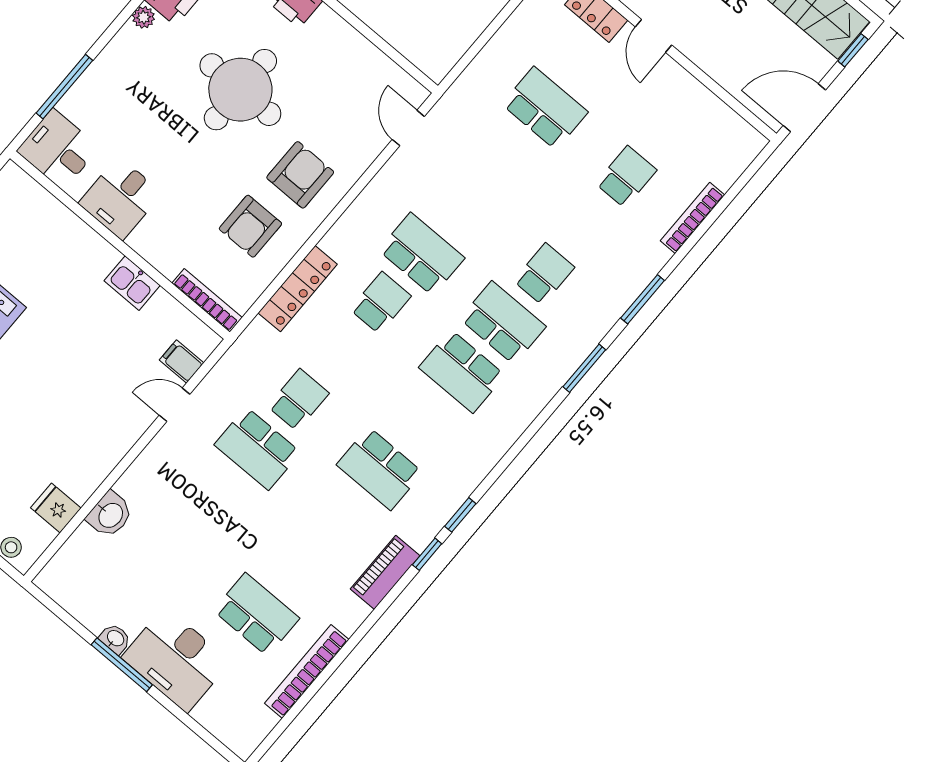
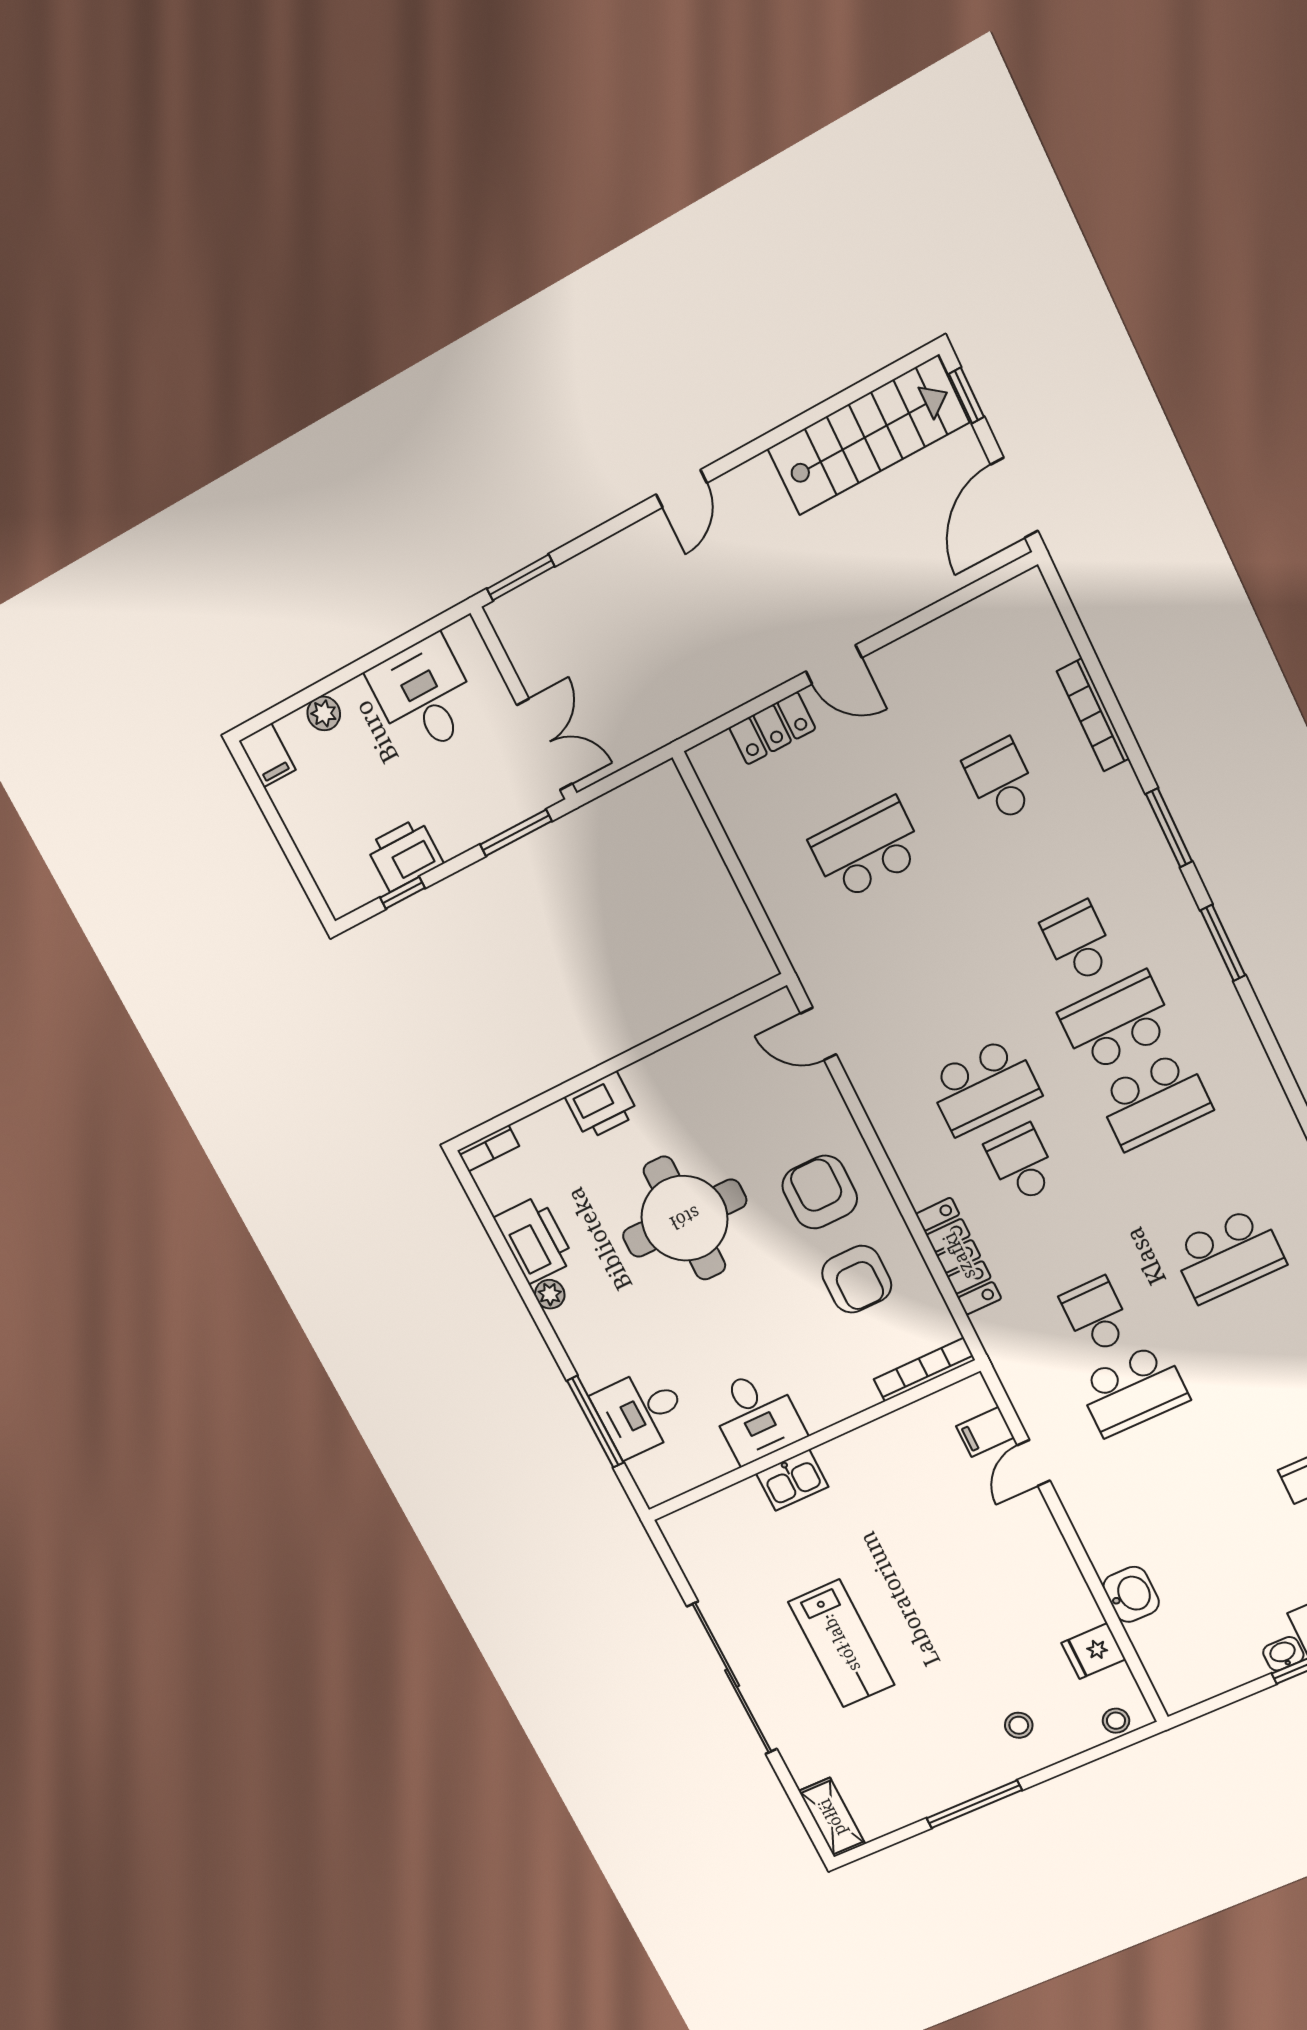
desk: (58, 149) -> (641, 1412), moved
school desk: (422, 254) -> (984, 1086), turned 180
kitchen sink: (132, 283) -> (792, 1480), moved

